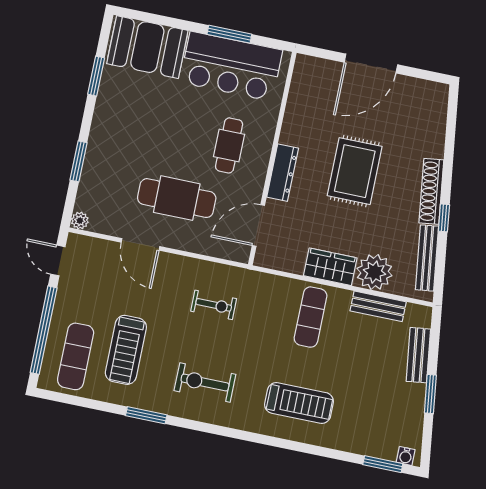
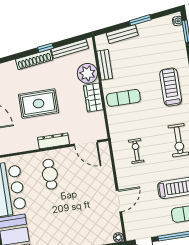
cafe table: (229, 145) -> (50, 174), turned 90
cafe table: (177, 198) -> (88, 191), removed

